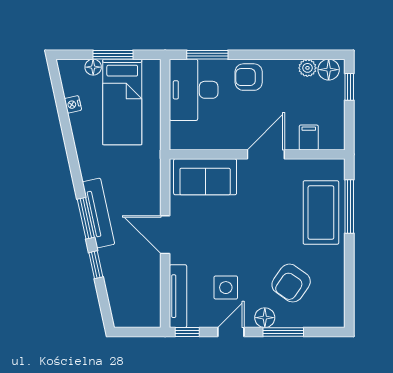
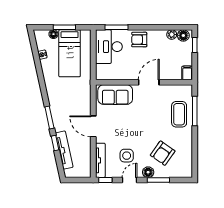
filing cabinet: (309, 137) -> (187, 73), moved
tv unit: (98, 213) -> (64, 150), moved
coffee table: (321, 213) -> (179, 114), width x0.73, depth x0.76

